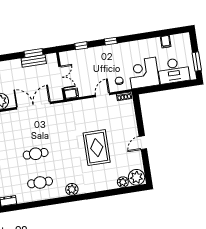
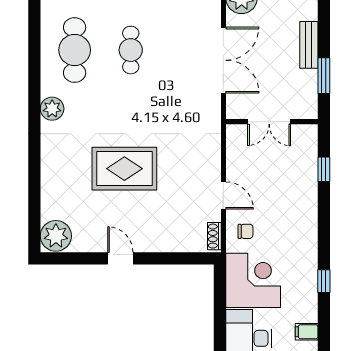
window: (111, 41) -> (324, 281), moved
bench: (34, 61) -> (309, 45), moved
filing cabinet: (71, 94) -> (235, 136), removed
cafe table: (40, 182) -> (75, 50), width x1.37, depth x1.35
plant: (123, 182) -> (51, 208), removed

